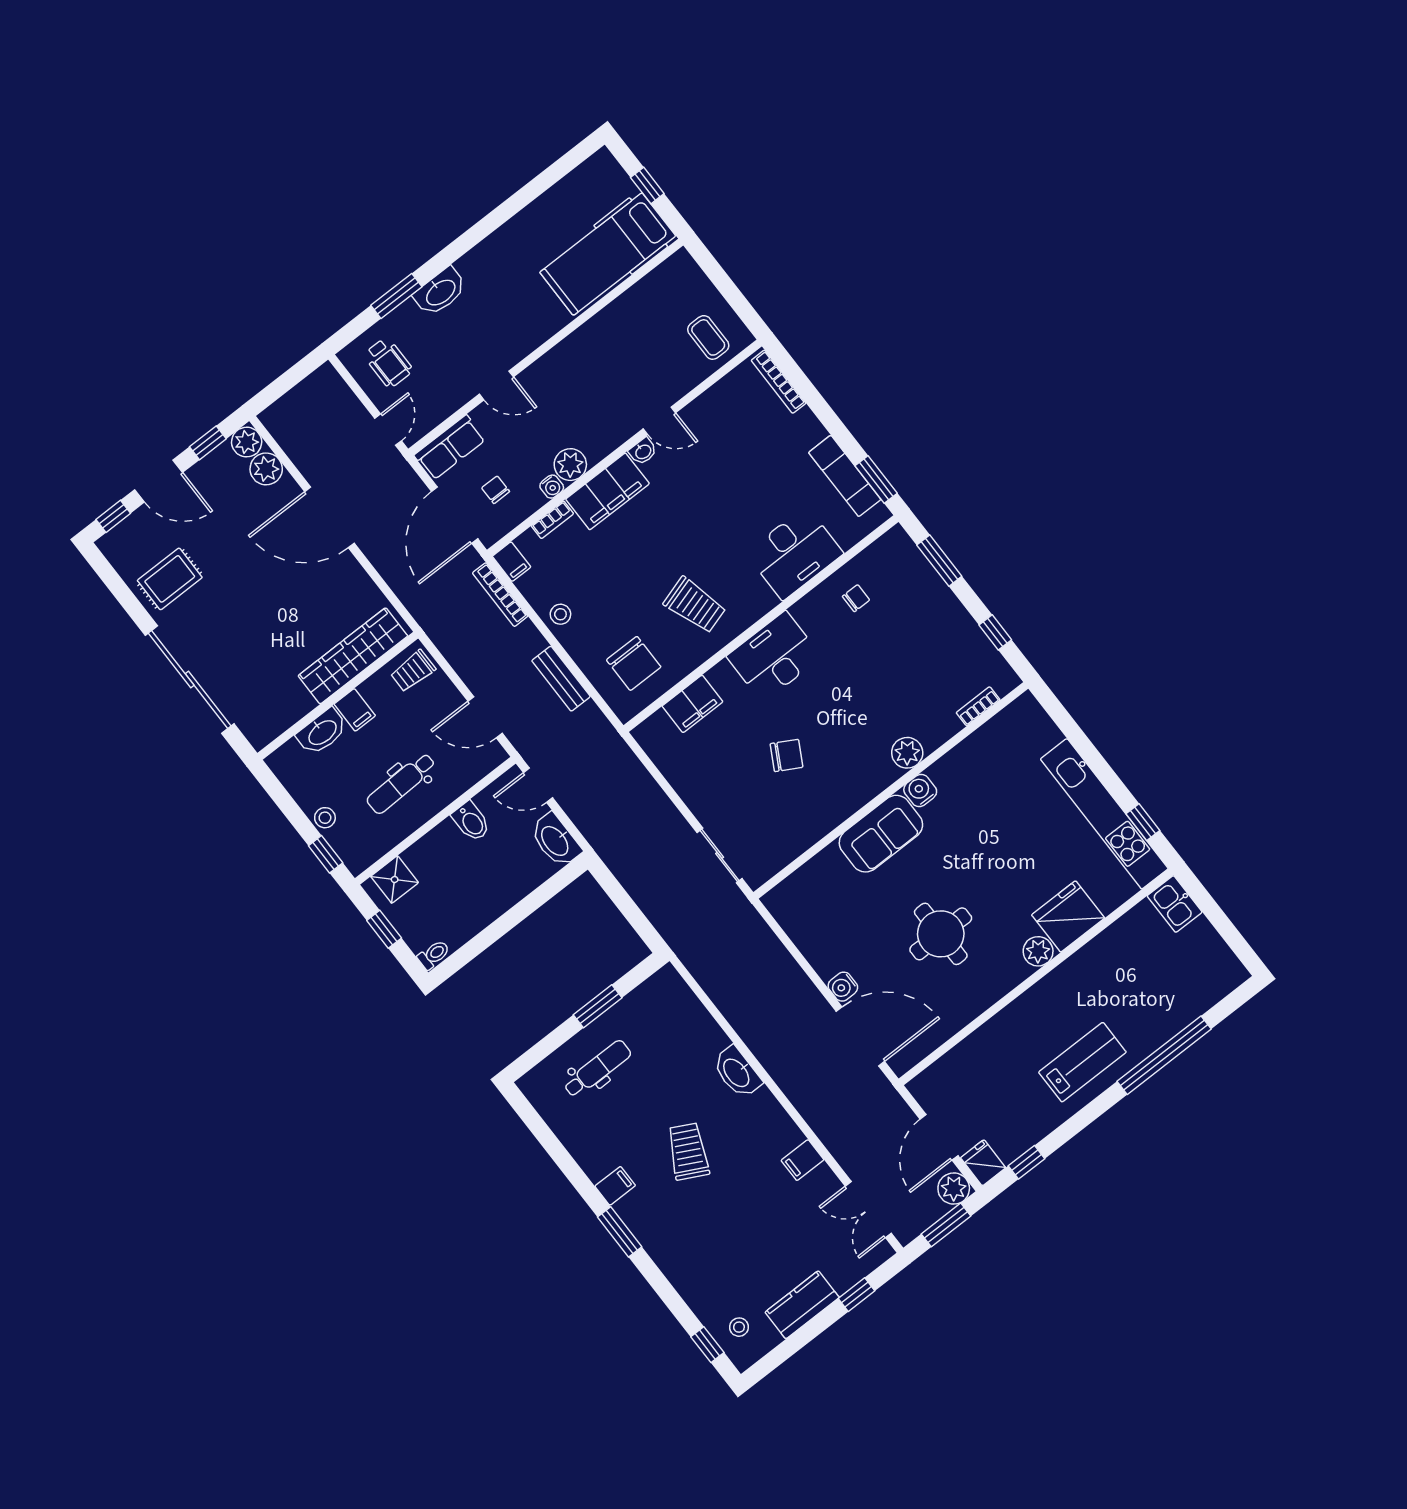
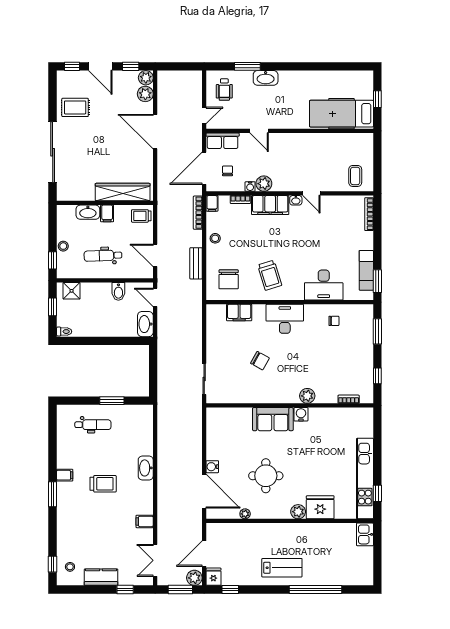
plant: (955, 1022) -> (245, 514), added
trolley: (688, 1151) -> (103, 484), turned 63

